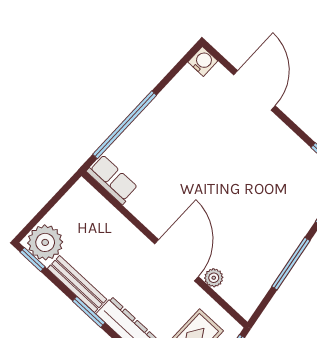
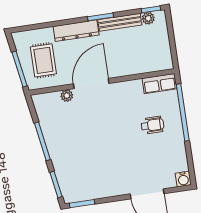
wheelchair: (168, 149) -> (152, 125), added
plant: (45, 242) -> (148, 18), width x0.53, depth x0.53
door: (176, 260) -> (91, 84), swing flipped

